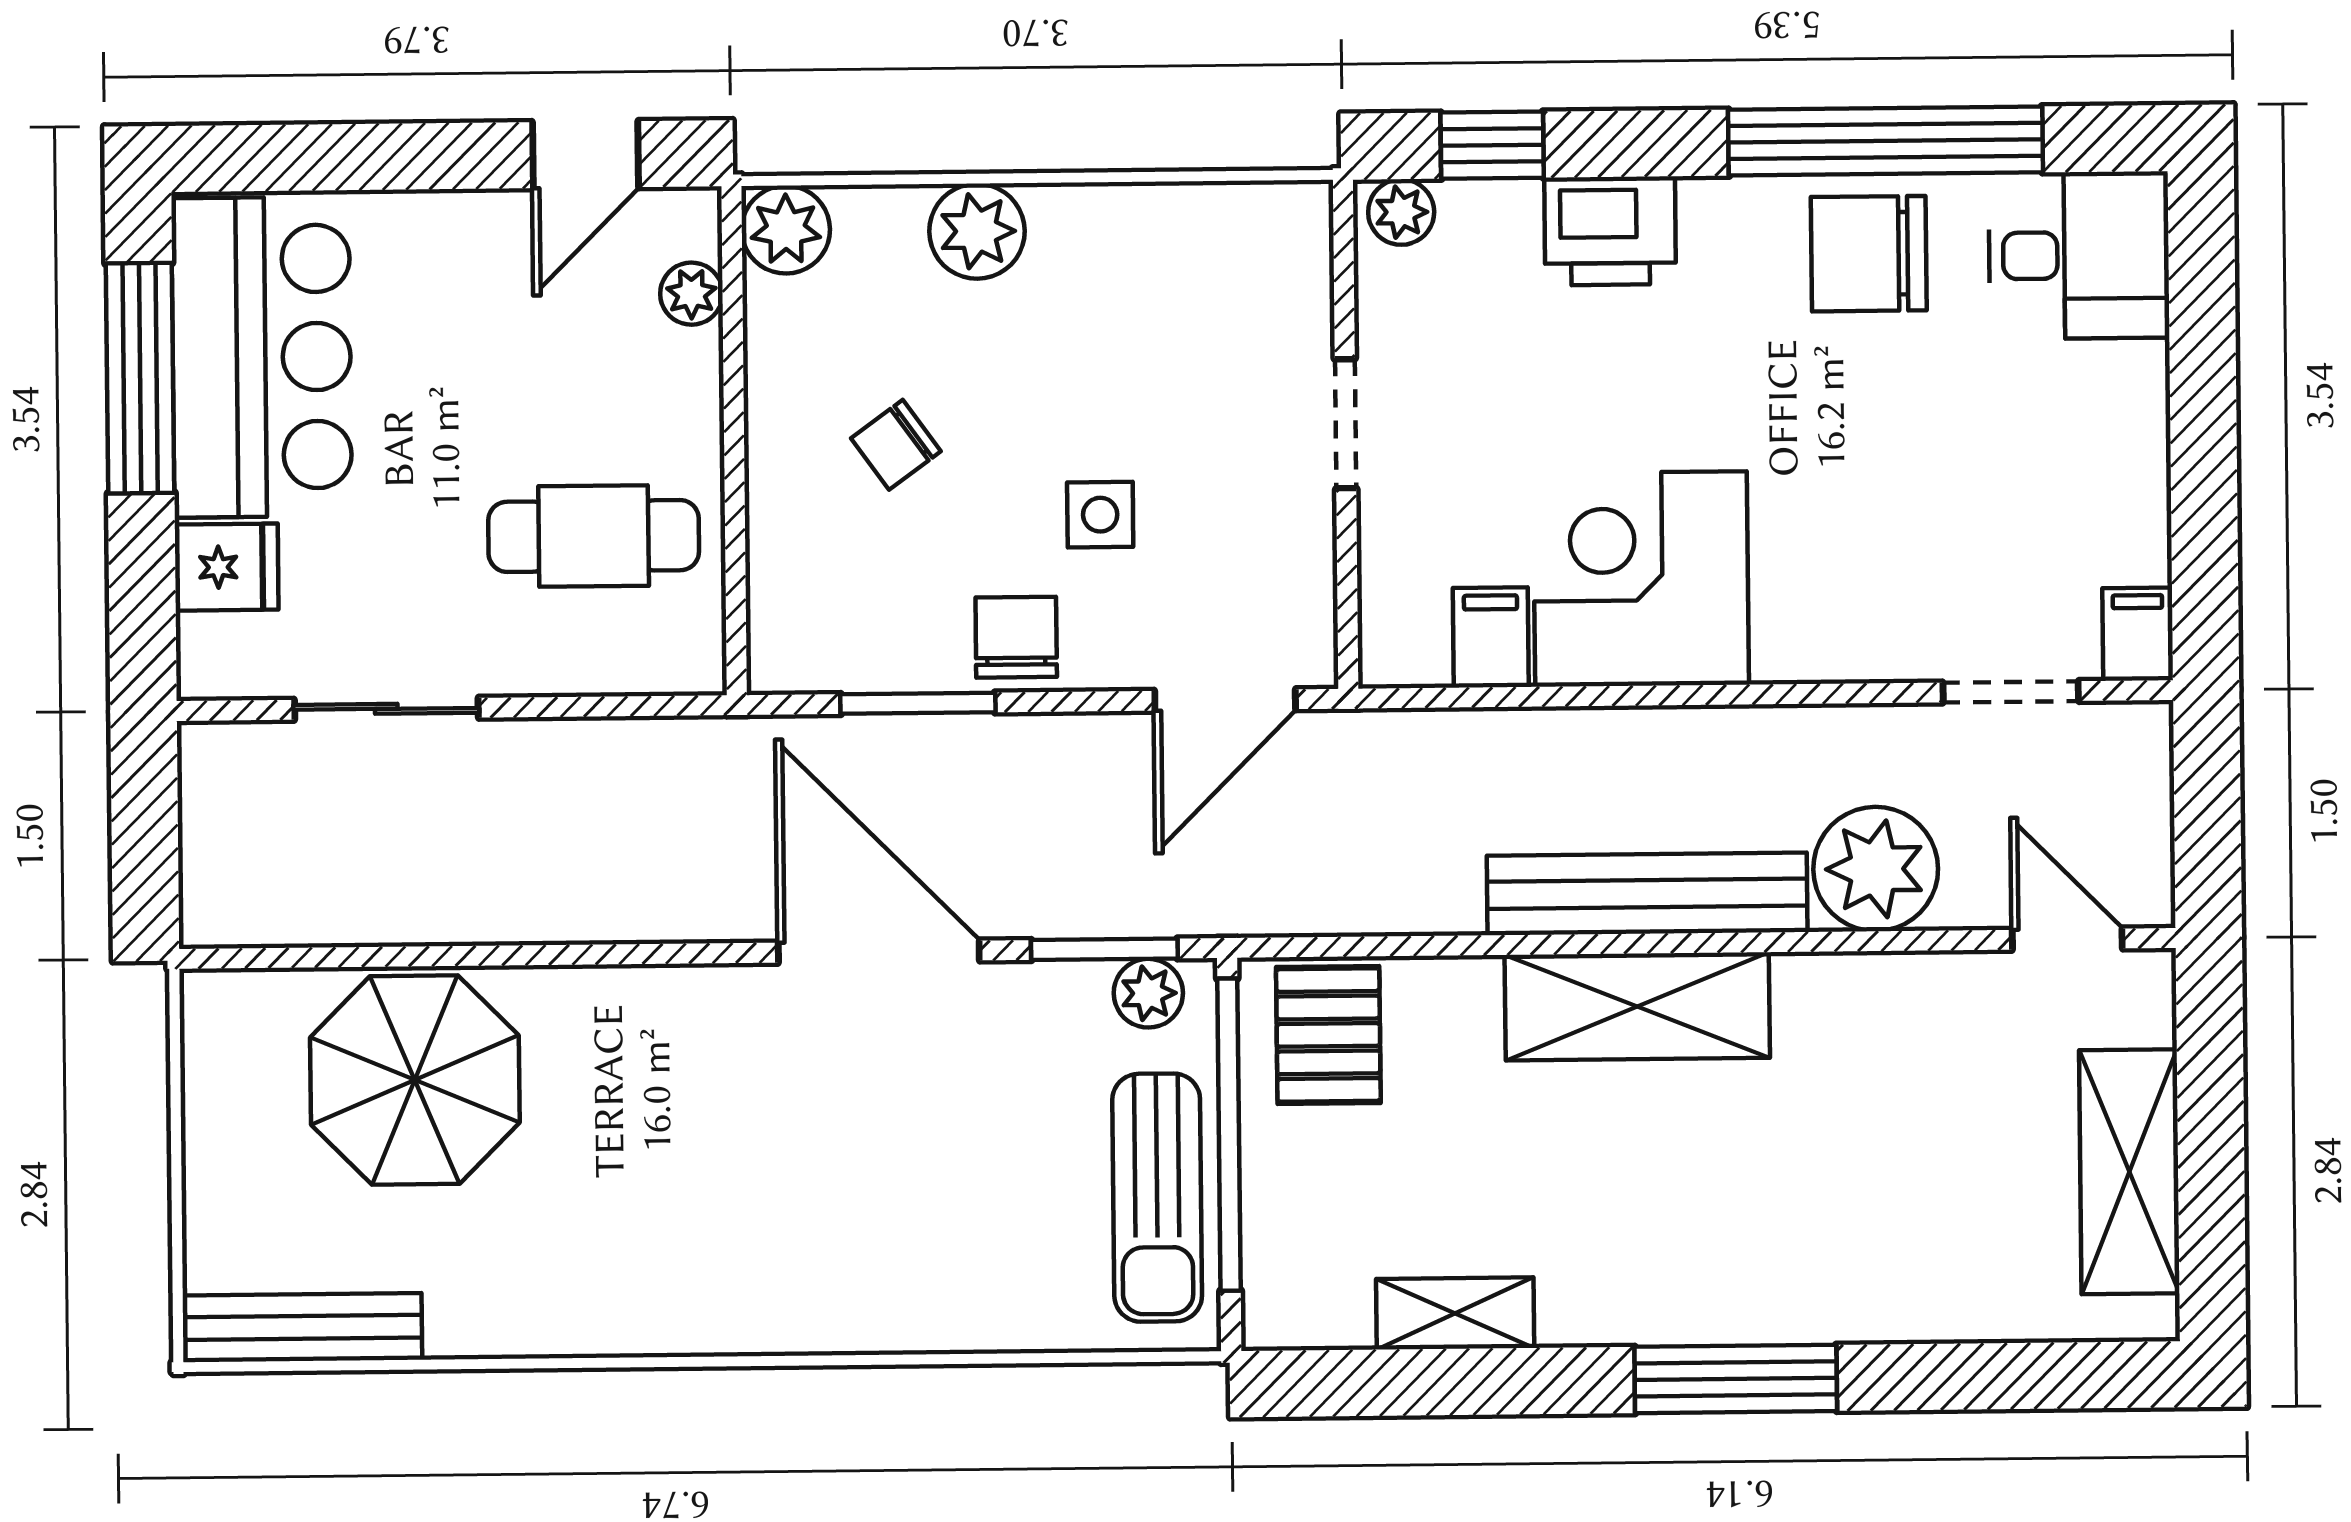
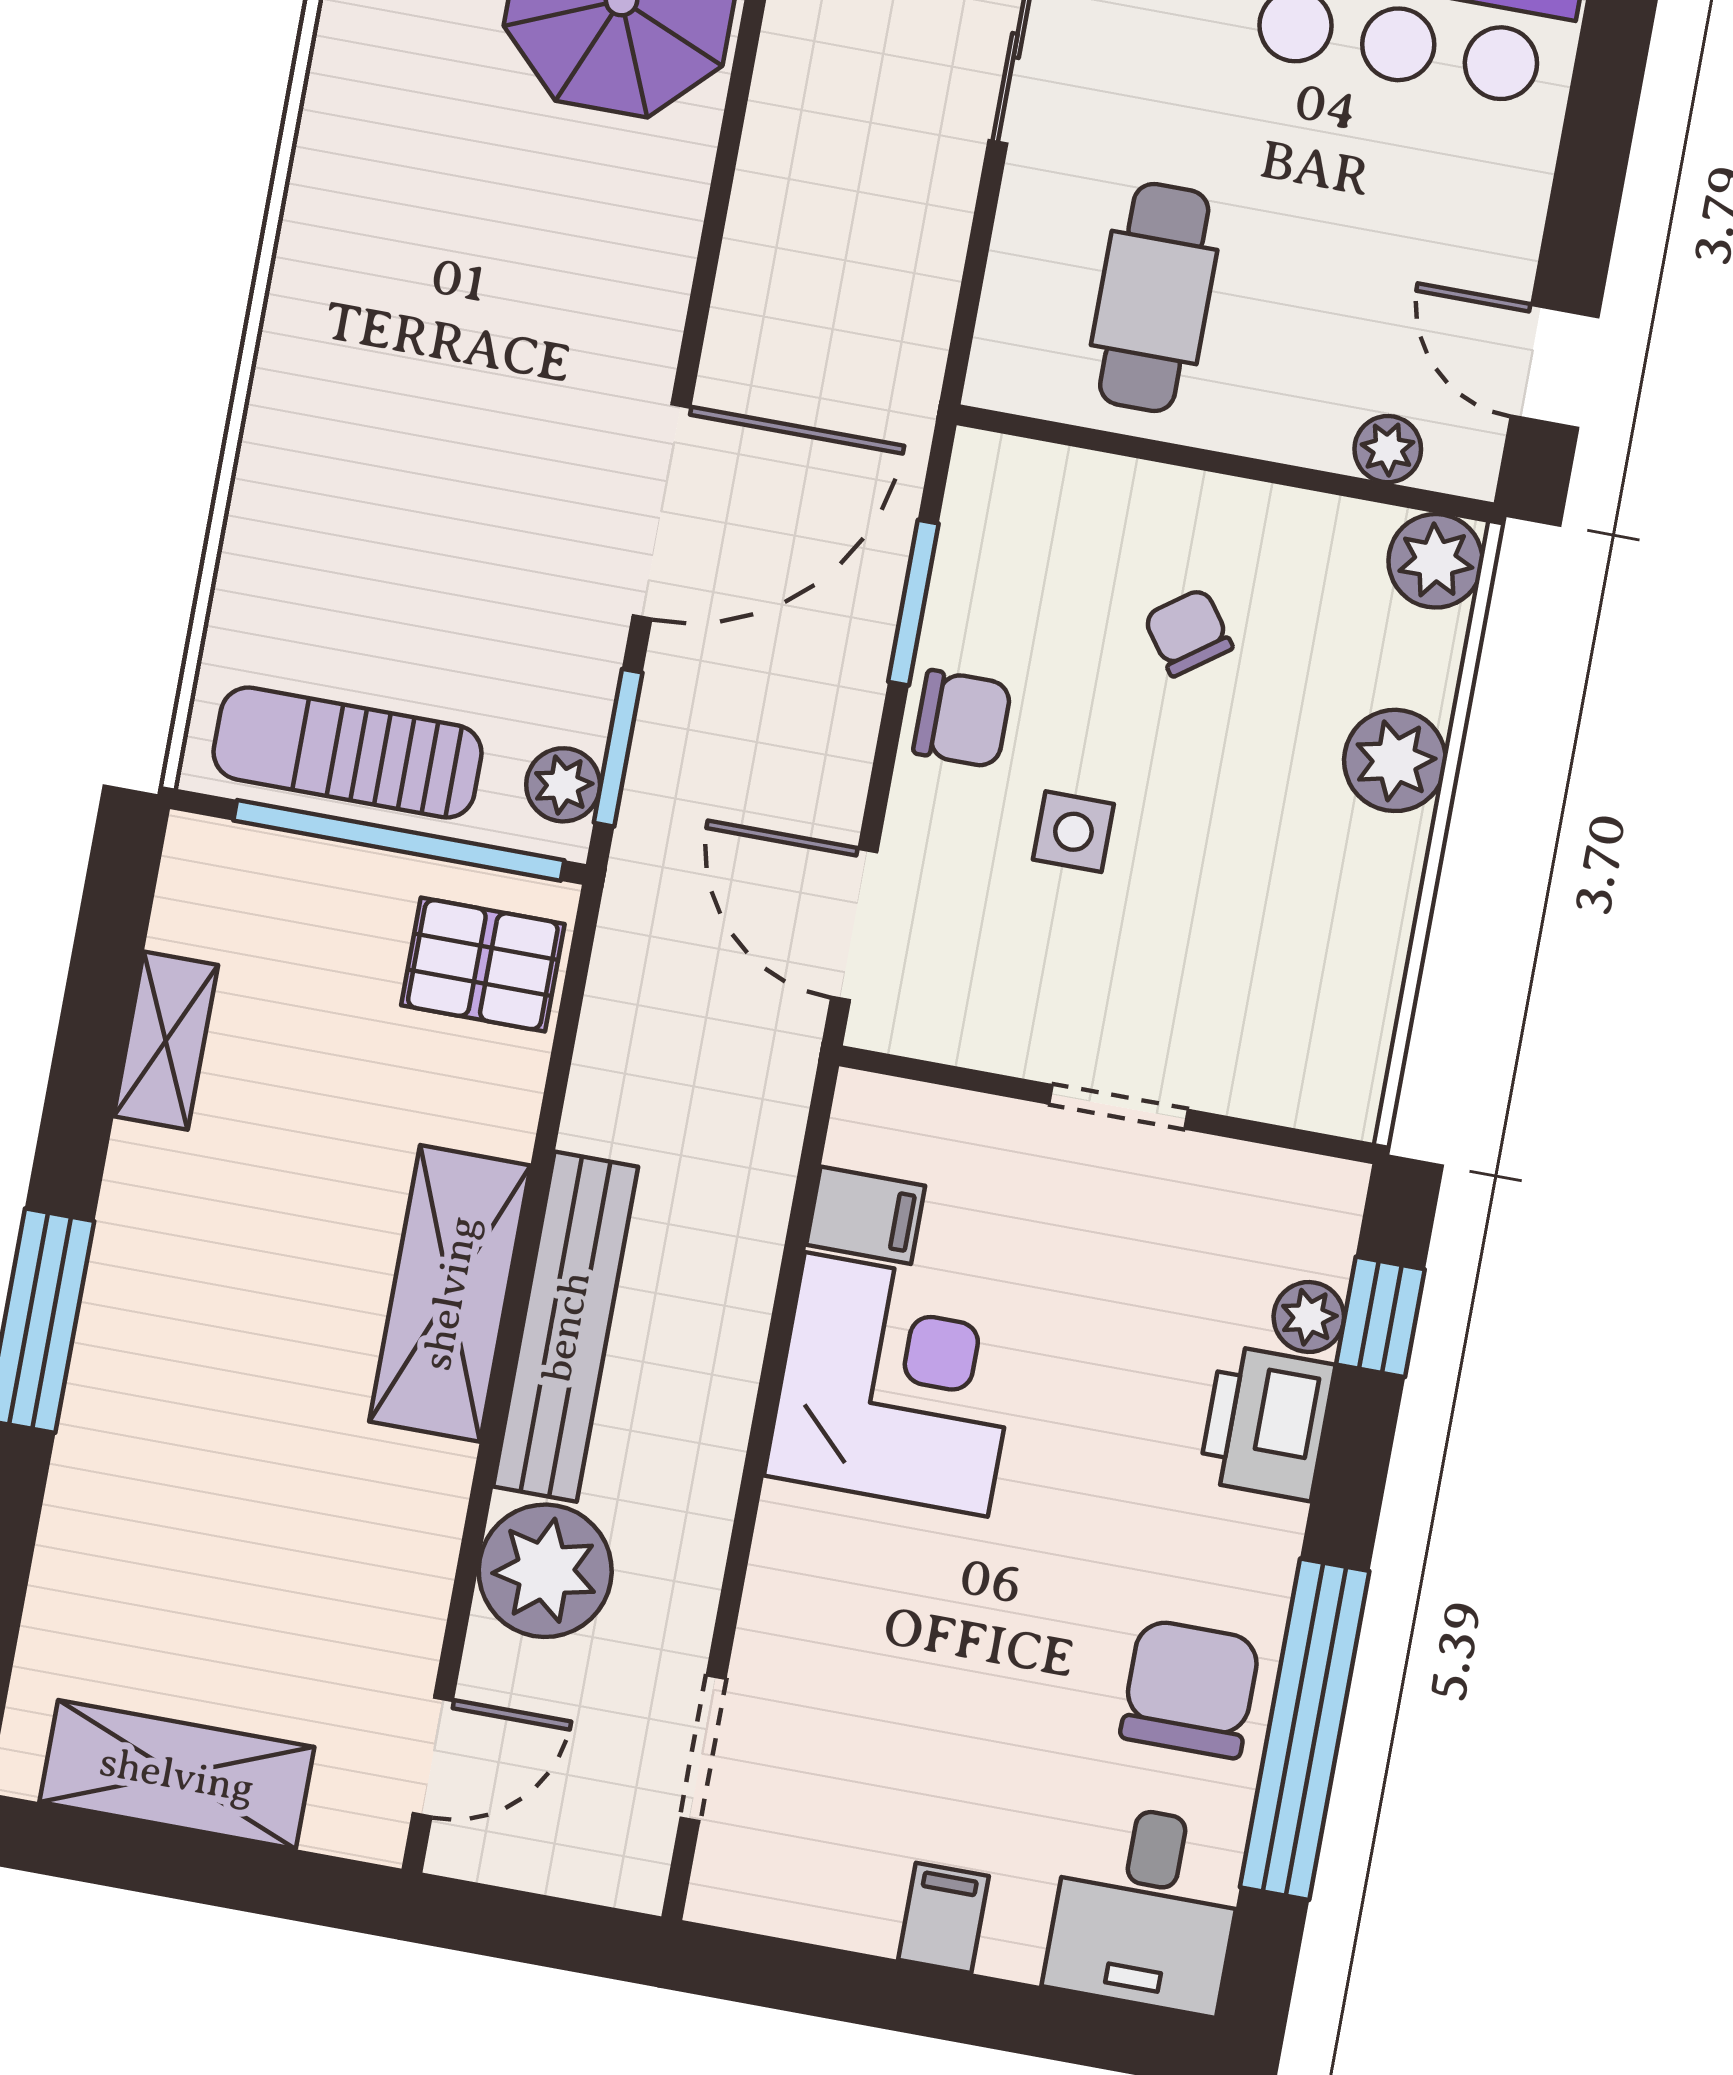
plant: (1401, 212) -> (1309, 1317), moved
filing cabinet: (2138, 634) -> (943, 1918), moved, turned -90

